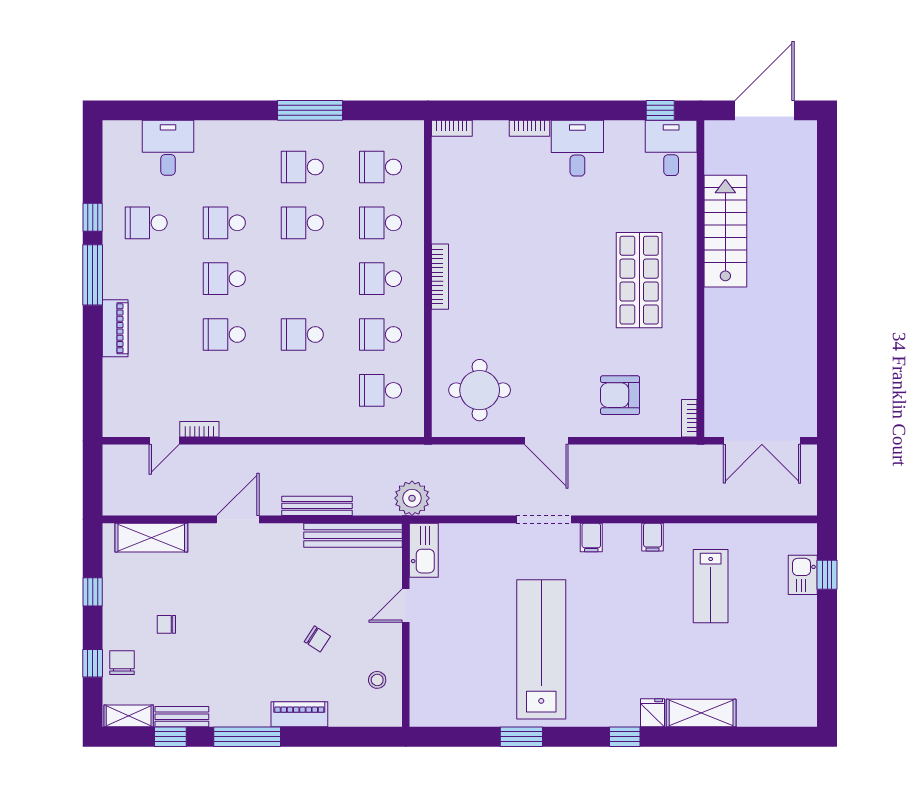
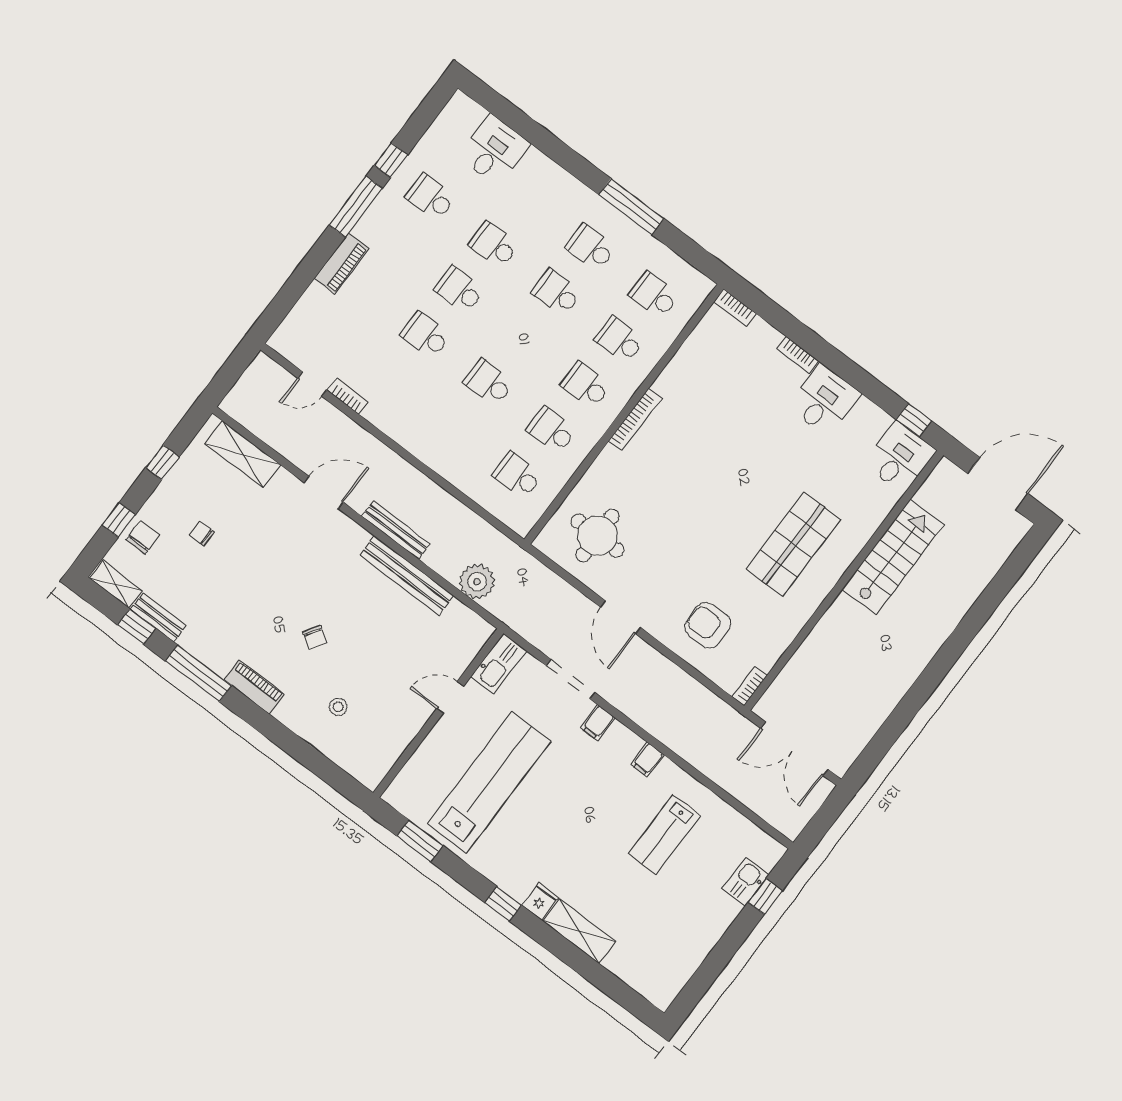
kitchen sink: (424, 550) -> (498, 664), moved
door: (406, 606) -> (450, 697), moved
wall: (406, 625) -> (438, 713), moved

